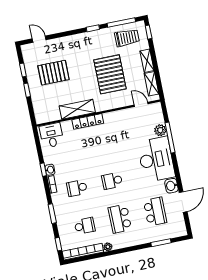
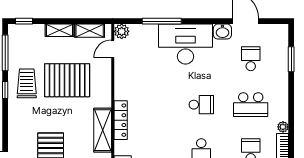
trolley: (127, 38) -> (27, 83), moved
plant: (160, 130) -> (122, 31), moved
school desk: (112, 181) -> (201, 105), turned -90
school desk: (155, 212) -> (251, 59), width x0.54

